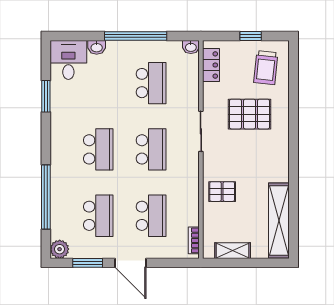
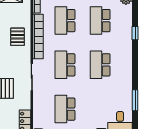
bookcase: (192, 192) -> (38, 36), added
pallet: (222, 192) -> (18, 37), turned 90
window: (46, 197) -> (135, 33), width x0.32

